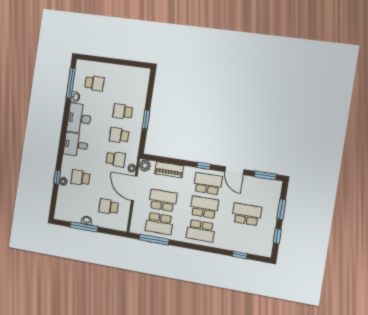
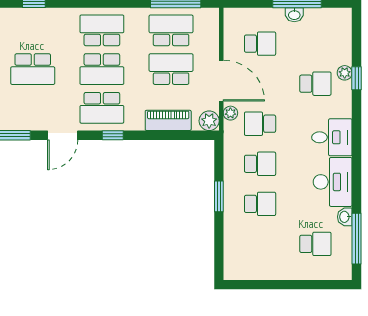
school desk: (94, 83) -> (315, 244), turned 180
door: (234, 171) -> (63, 135), swing flipped
school desk: (163, 200) -> (171, 69), turned 180

